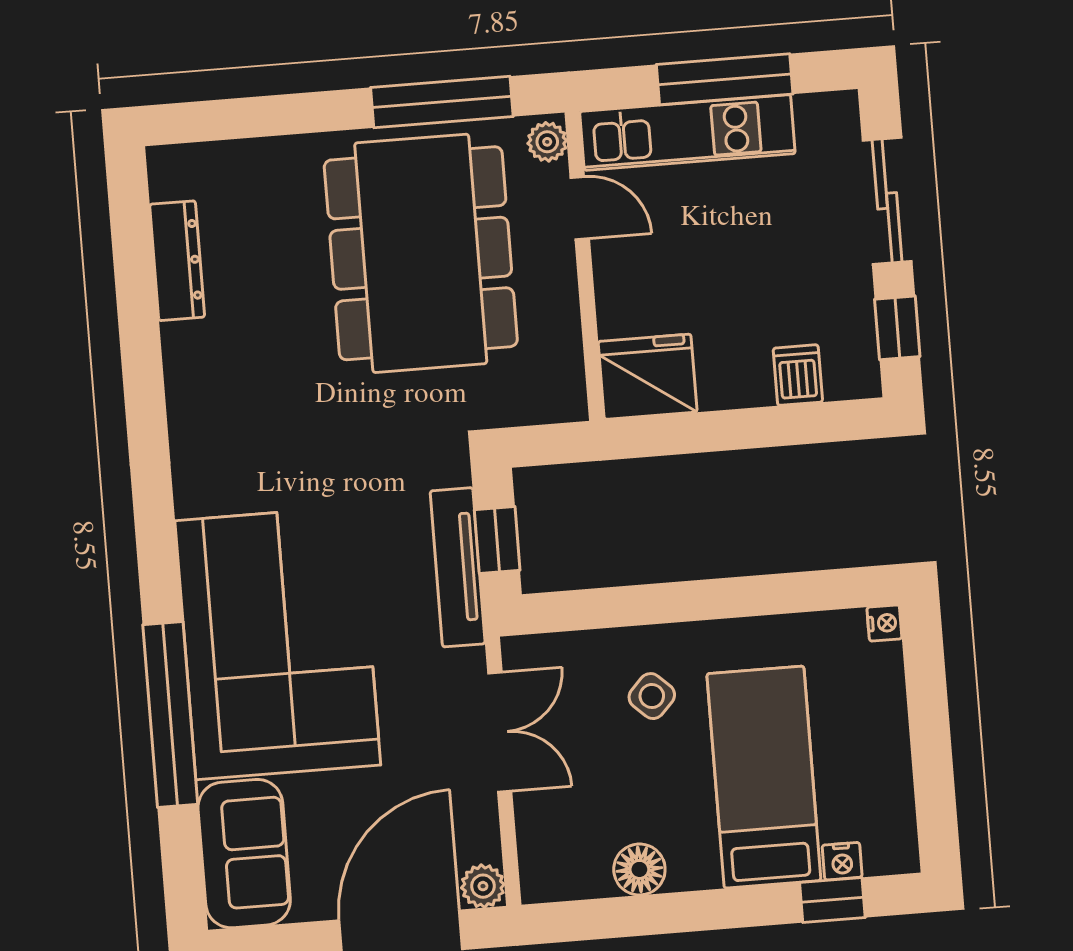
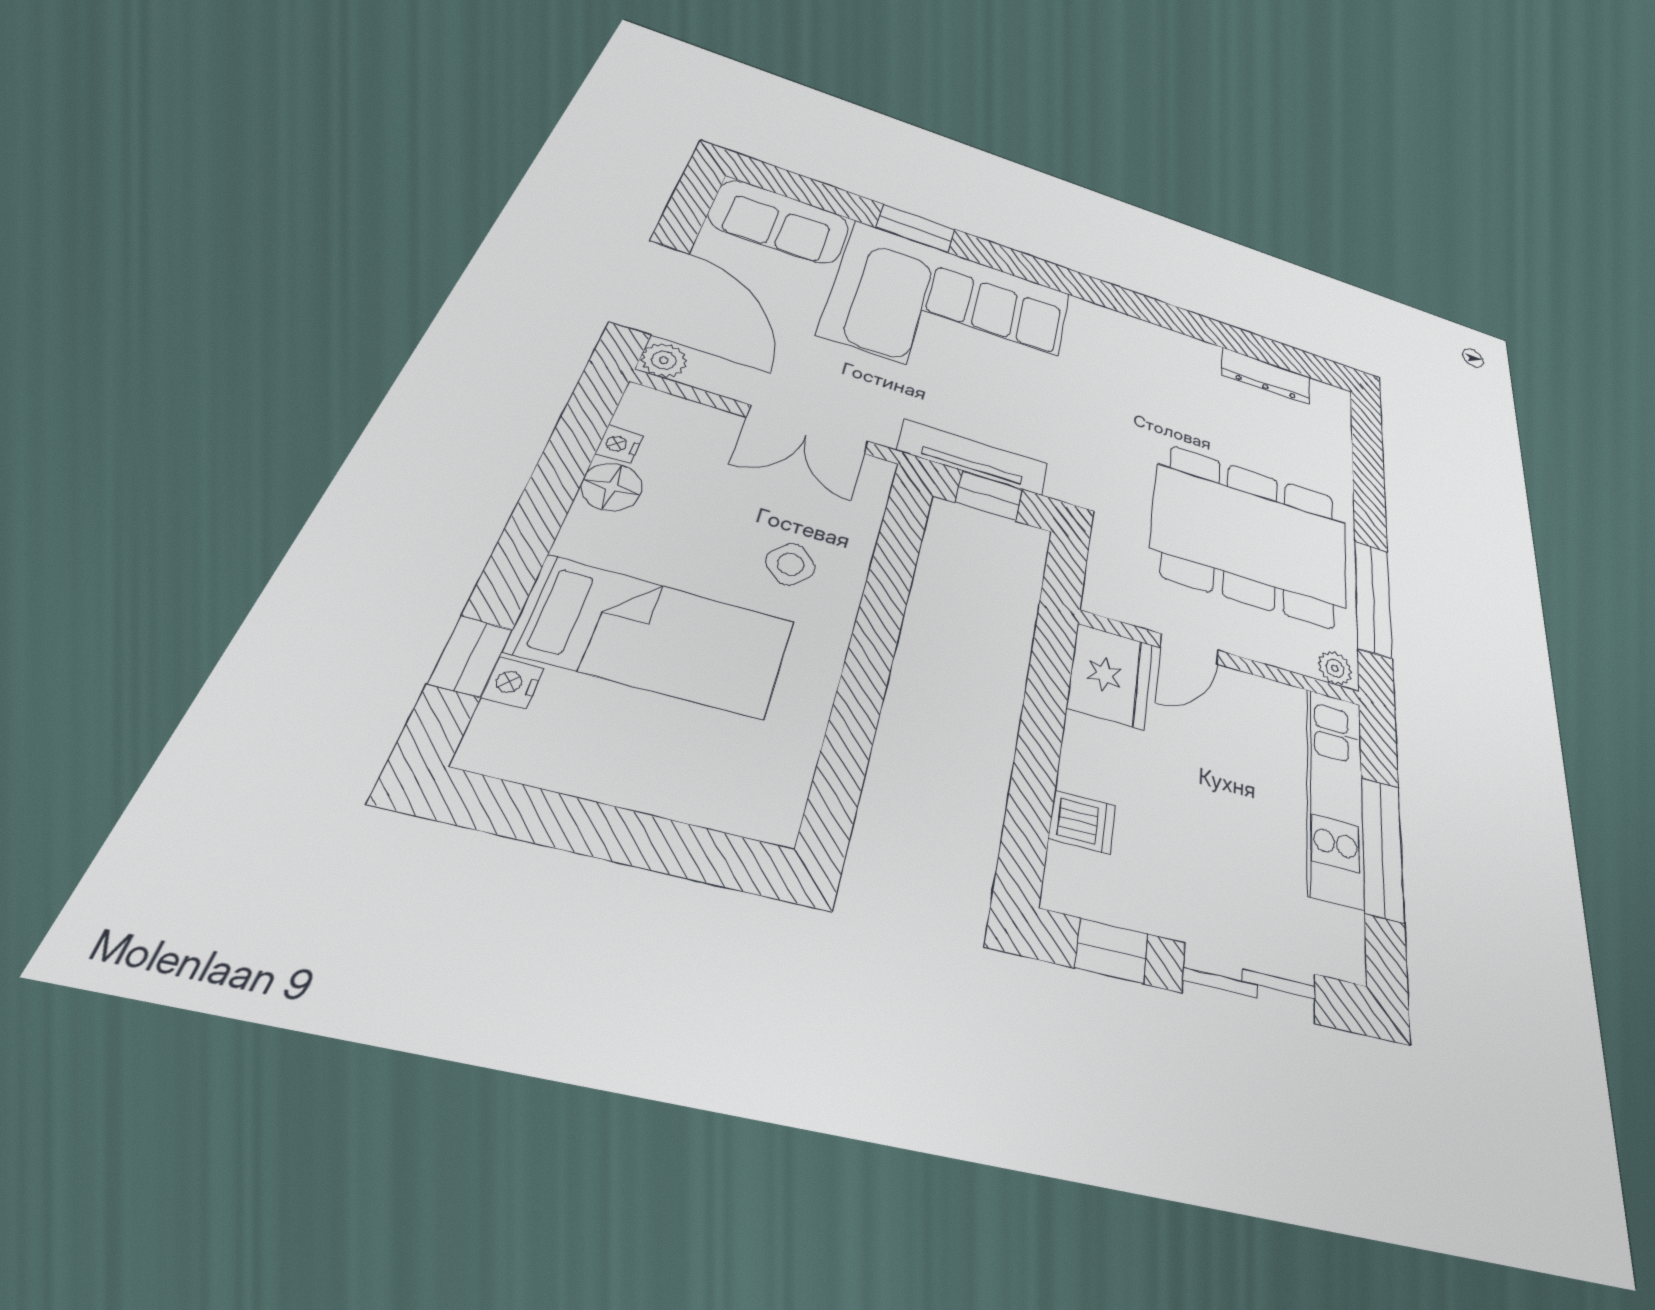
door: (580, 208) -> (1189, 649), moved
nightstand: (884, 623) -> (619, 444), moved, turned 90
window: (170, 715) -> (916, 228), width x0.47

